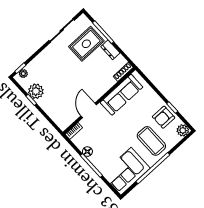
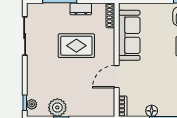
rug: (86, 44) -> (76, 46), moved, turned 90
door: (89, 110) -> (117, 77), hinge flipped

